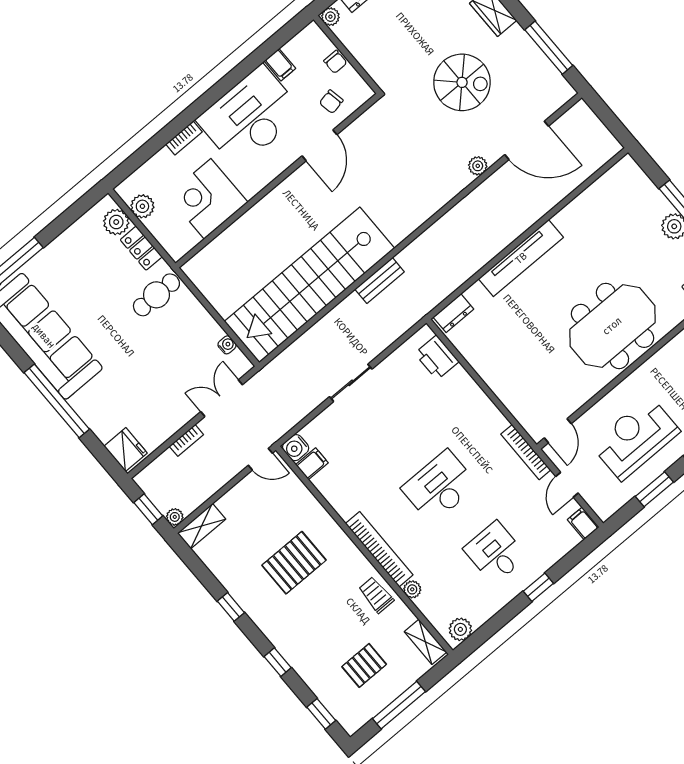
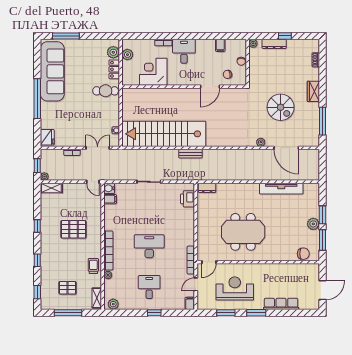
desk: (250, 116) -> (184, 51), width x0.53, depth x0.77
tv unit: (521, 258) -> (281, 189), moved
meeting table: (612, 326) -> (243, 232), moved

